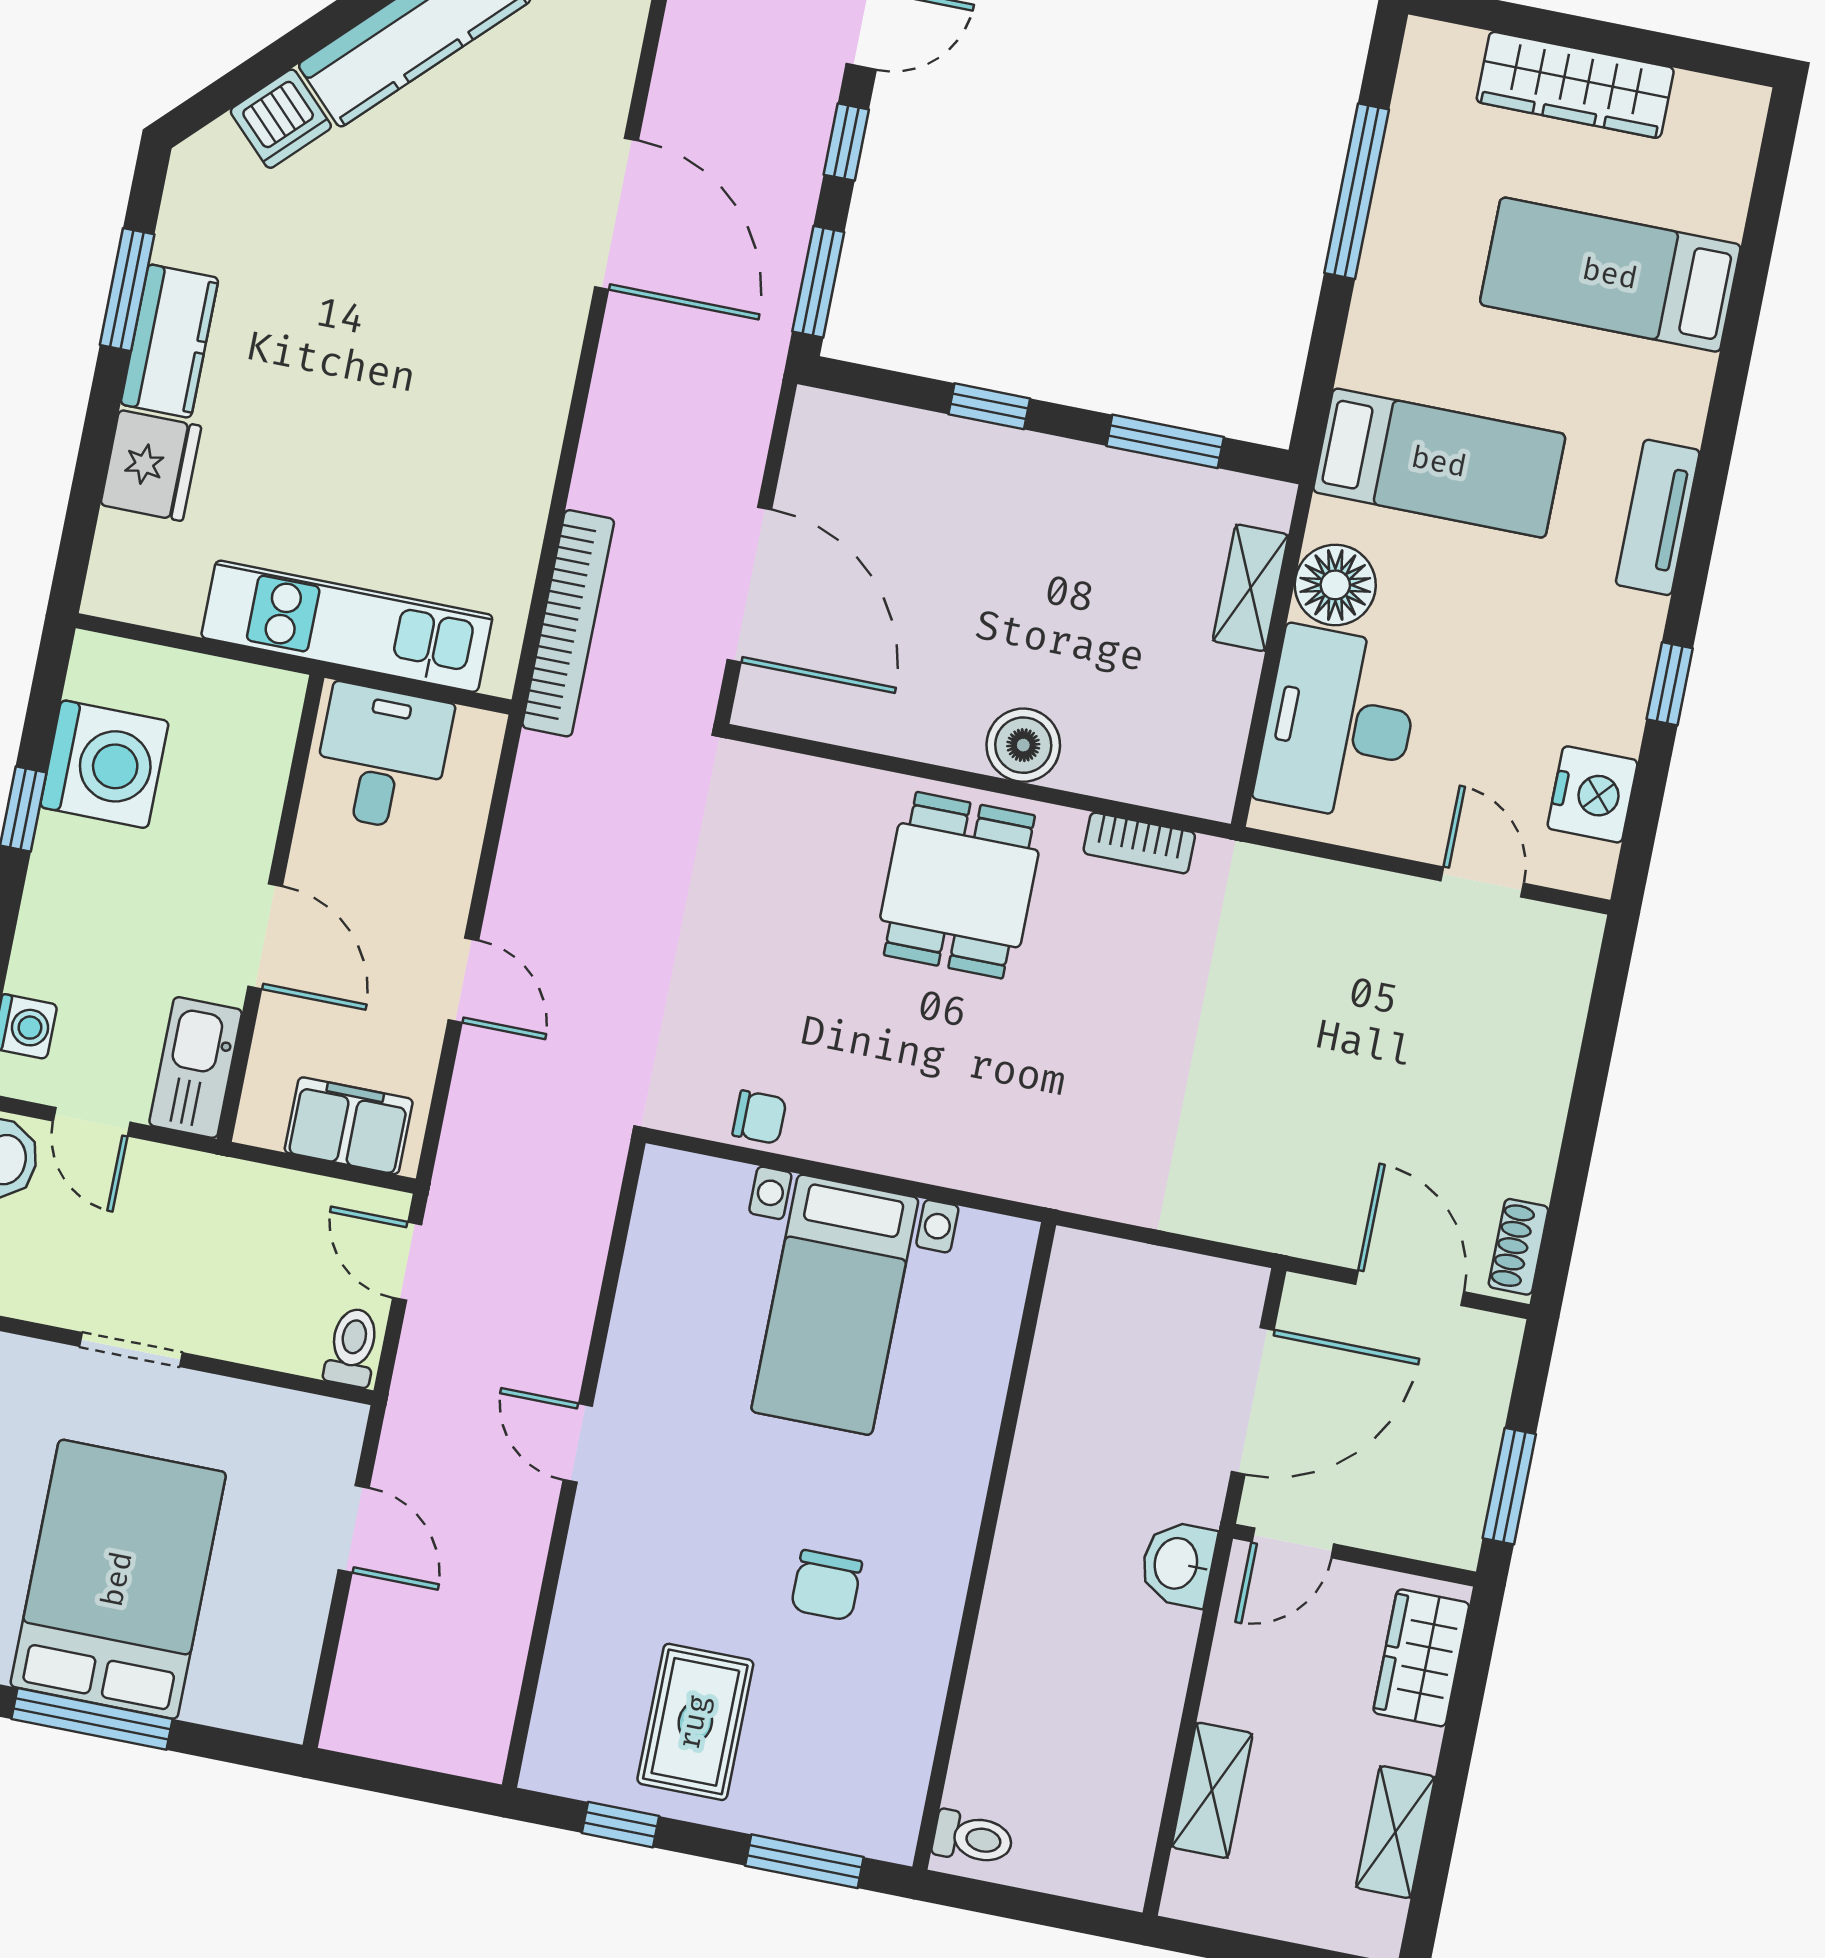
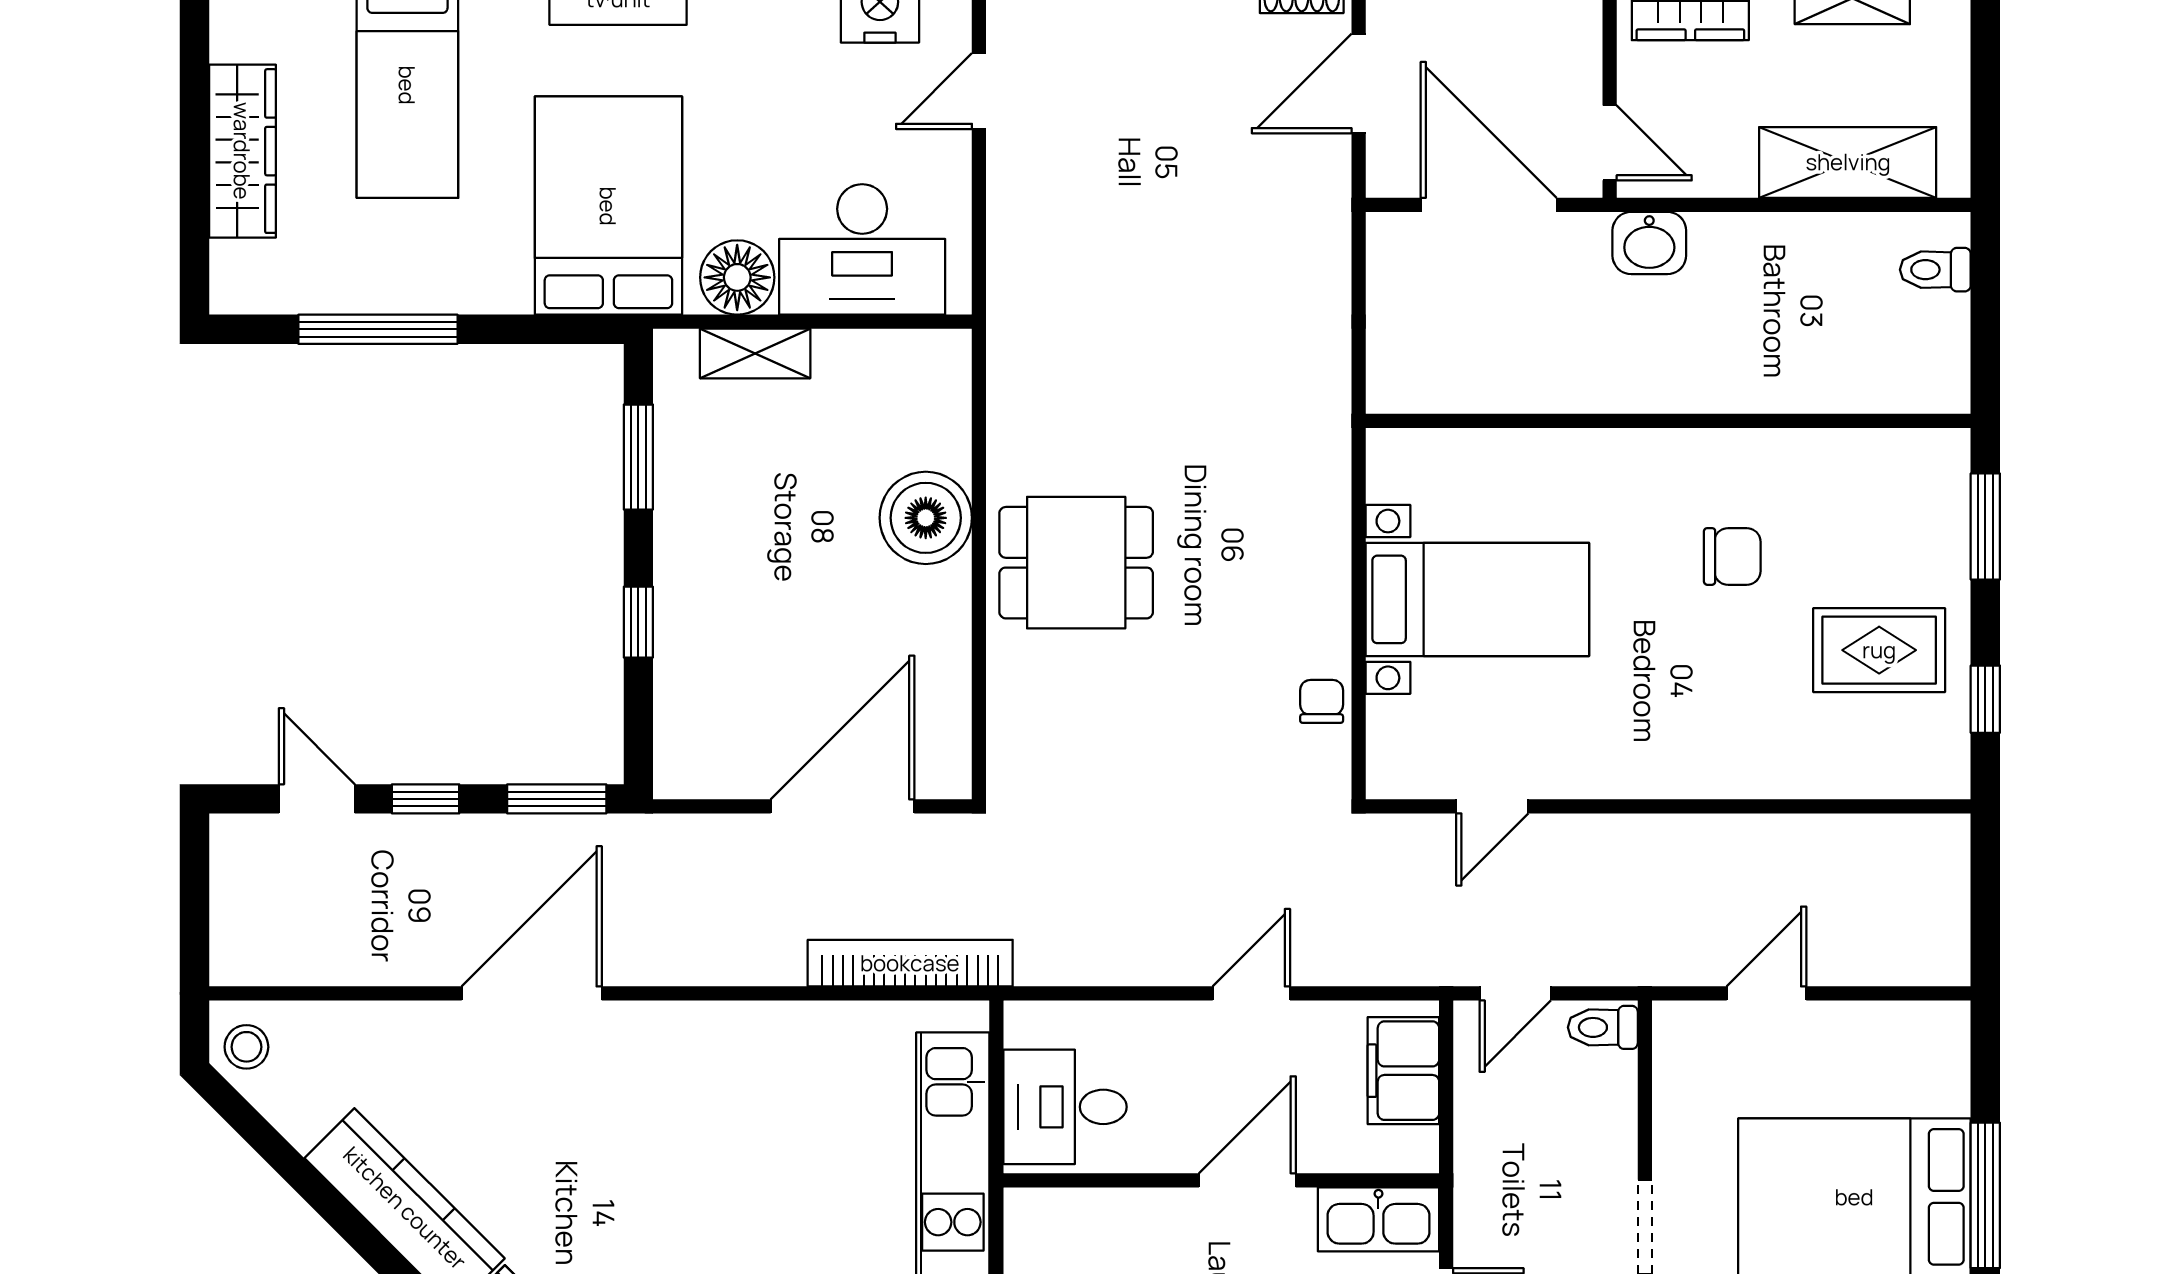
bed: (1439, 463) -> (608, 206), width x1.50
boiler: (1023, 745) -> (926, 518), width x1.37, depth x1.37
bookcase: (1139, 843) -> (1006, 408), removed
door: (578, 1443) -> (1492, 806), moved
shelving: (1212, 1790) -> (1848, 162), width x1.50, depth x1.33
toilet: (973, 1838) -> (1935, 270), moved, turned -90

